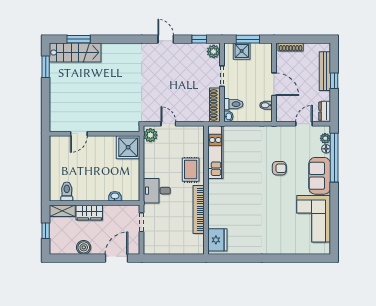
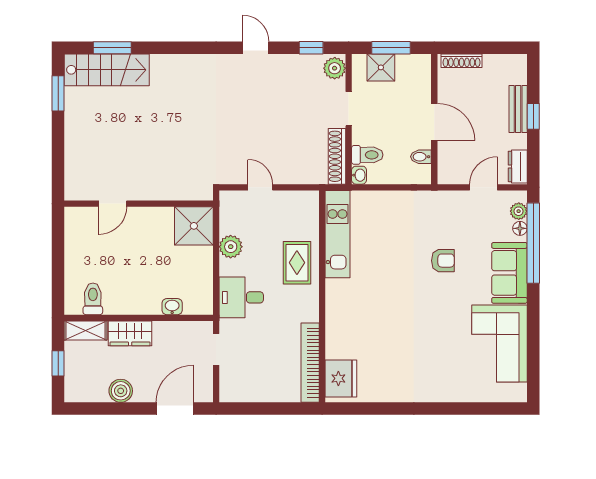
bench: (325, 71) -> (518, 109), width x0.73
plant: (150, 135) -> (231, 247), moved
bookcase: (199, 209) -> (310, 363), moved

